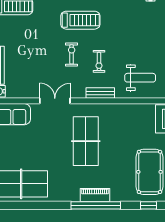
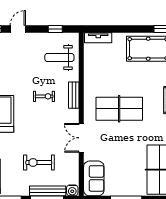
exercise bike: (72, 54) -> (39, 163), moved, width x1.38, depth x1.39
weight bench: (140, 78) -> (59, 58), turned -90

